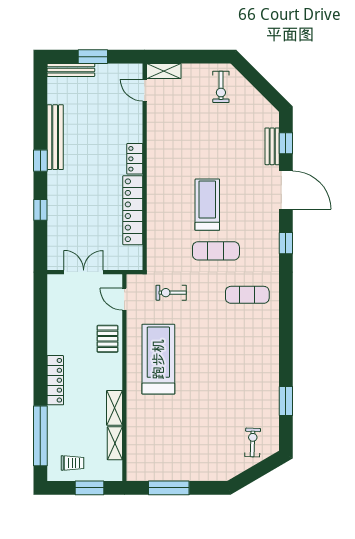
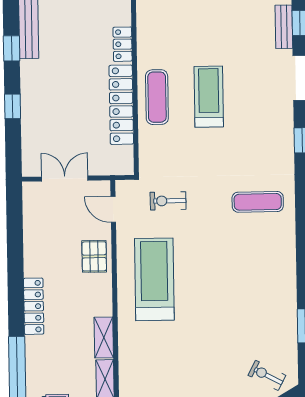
exercise mat: (216, 251) -> (157, 97), moved, turned 90
exercise bike: (253, 442) -> (267, 375), turned -64

